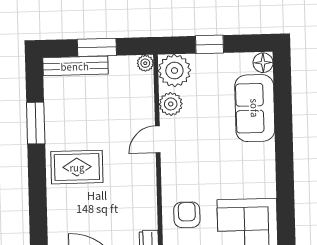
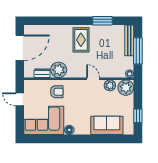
window: (210, 44) -> (138, 116), moved
window: (97, 47) -> (138, 51), width x1.44
floor lamp: (263, 63) -> (69, 130), moved
plant: (141, 212) -> (59, 70), added

